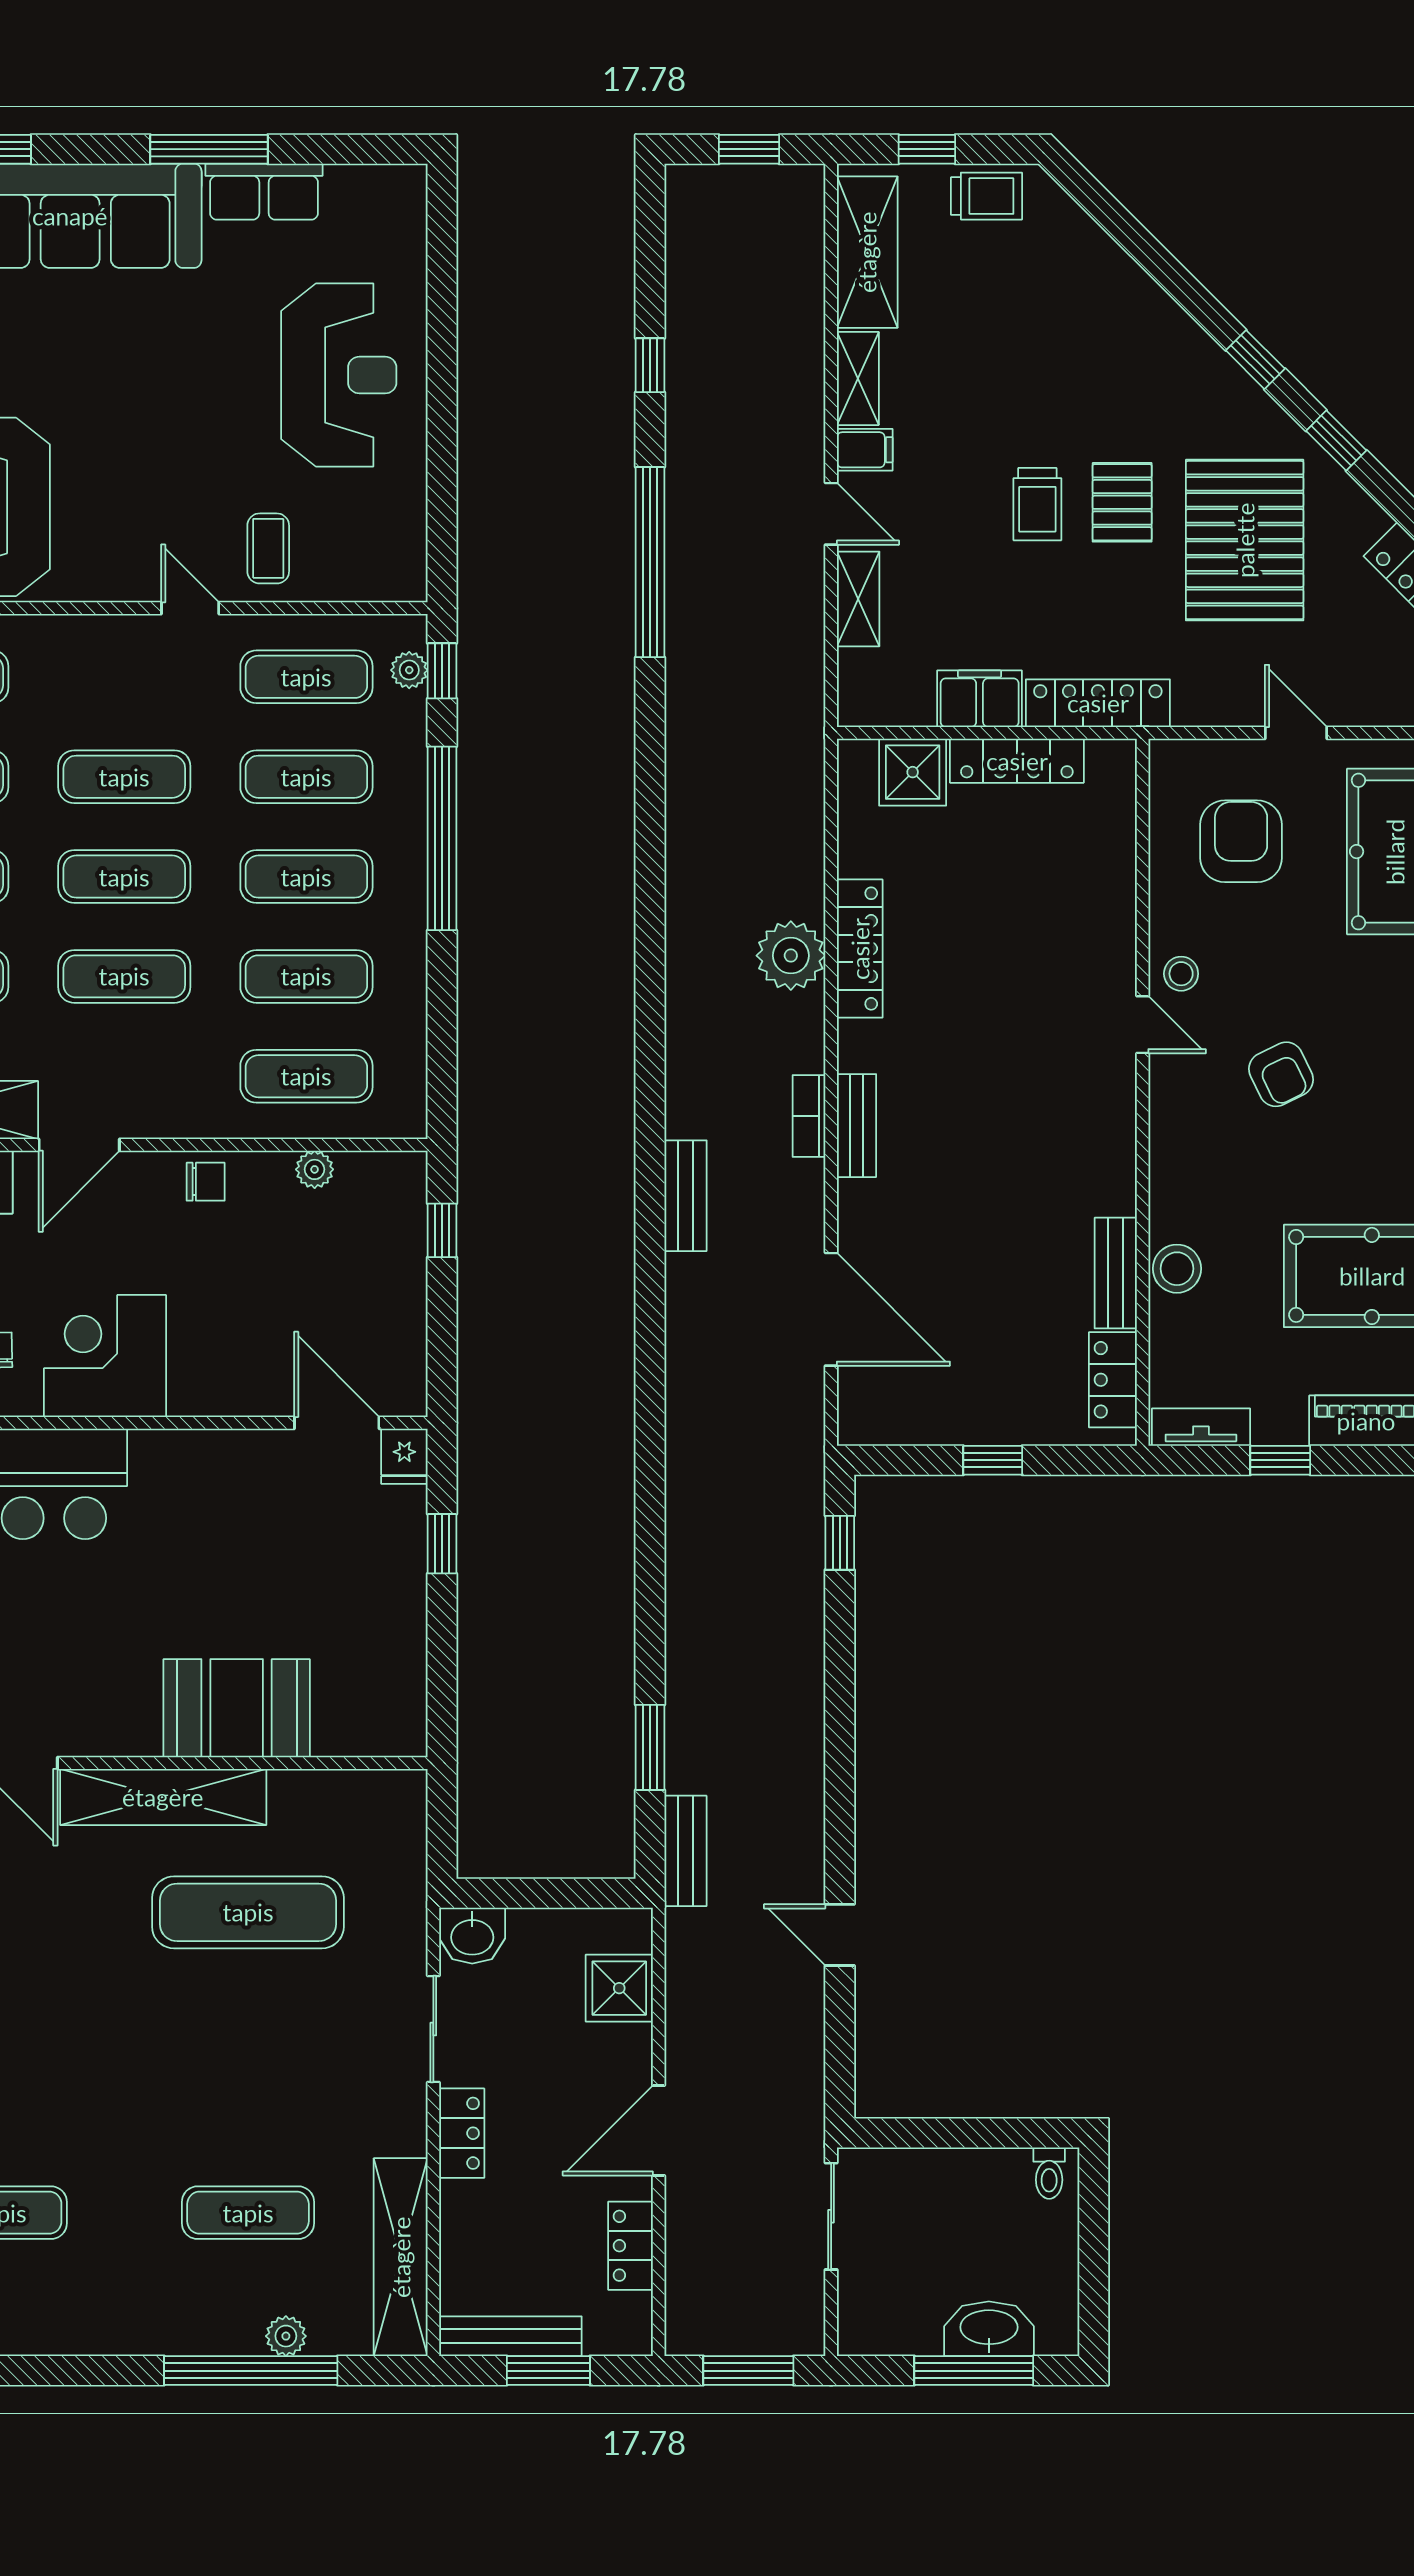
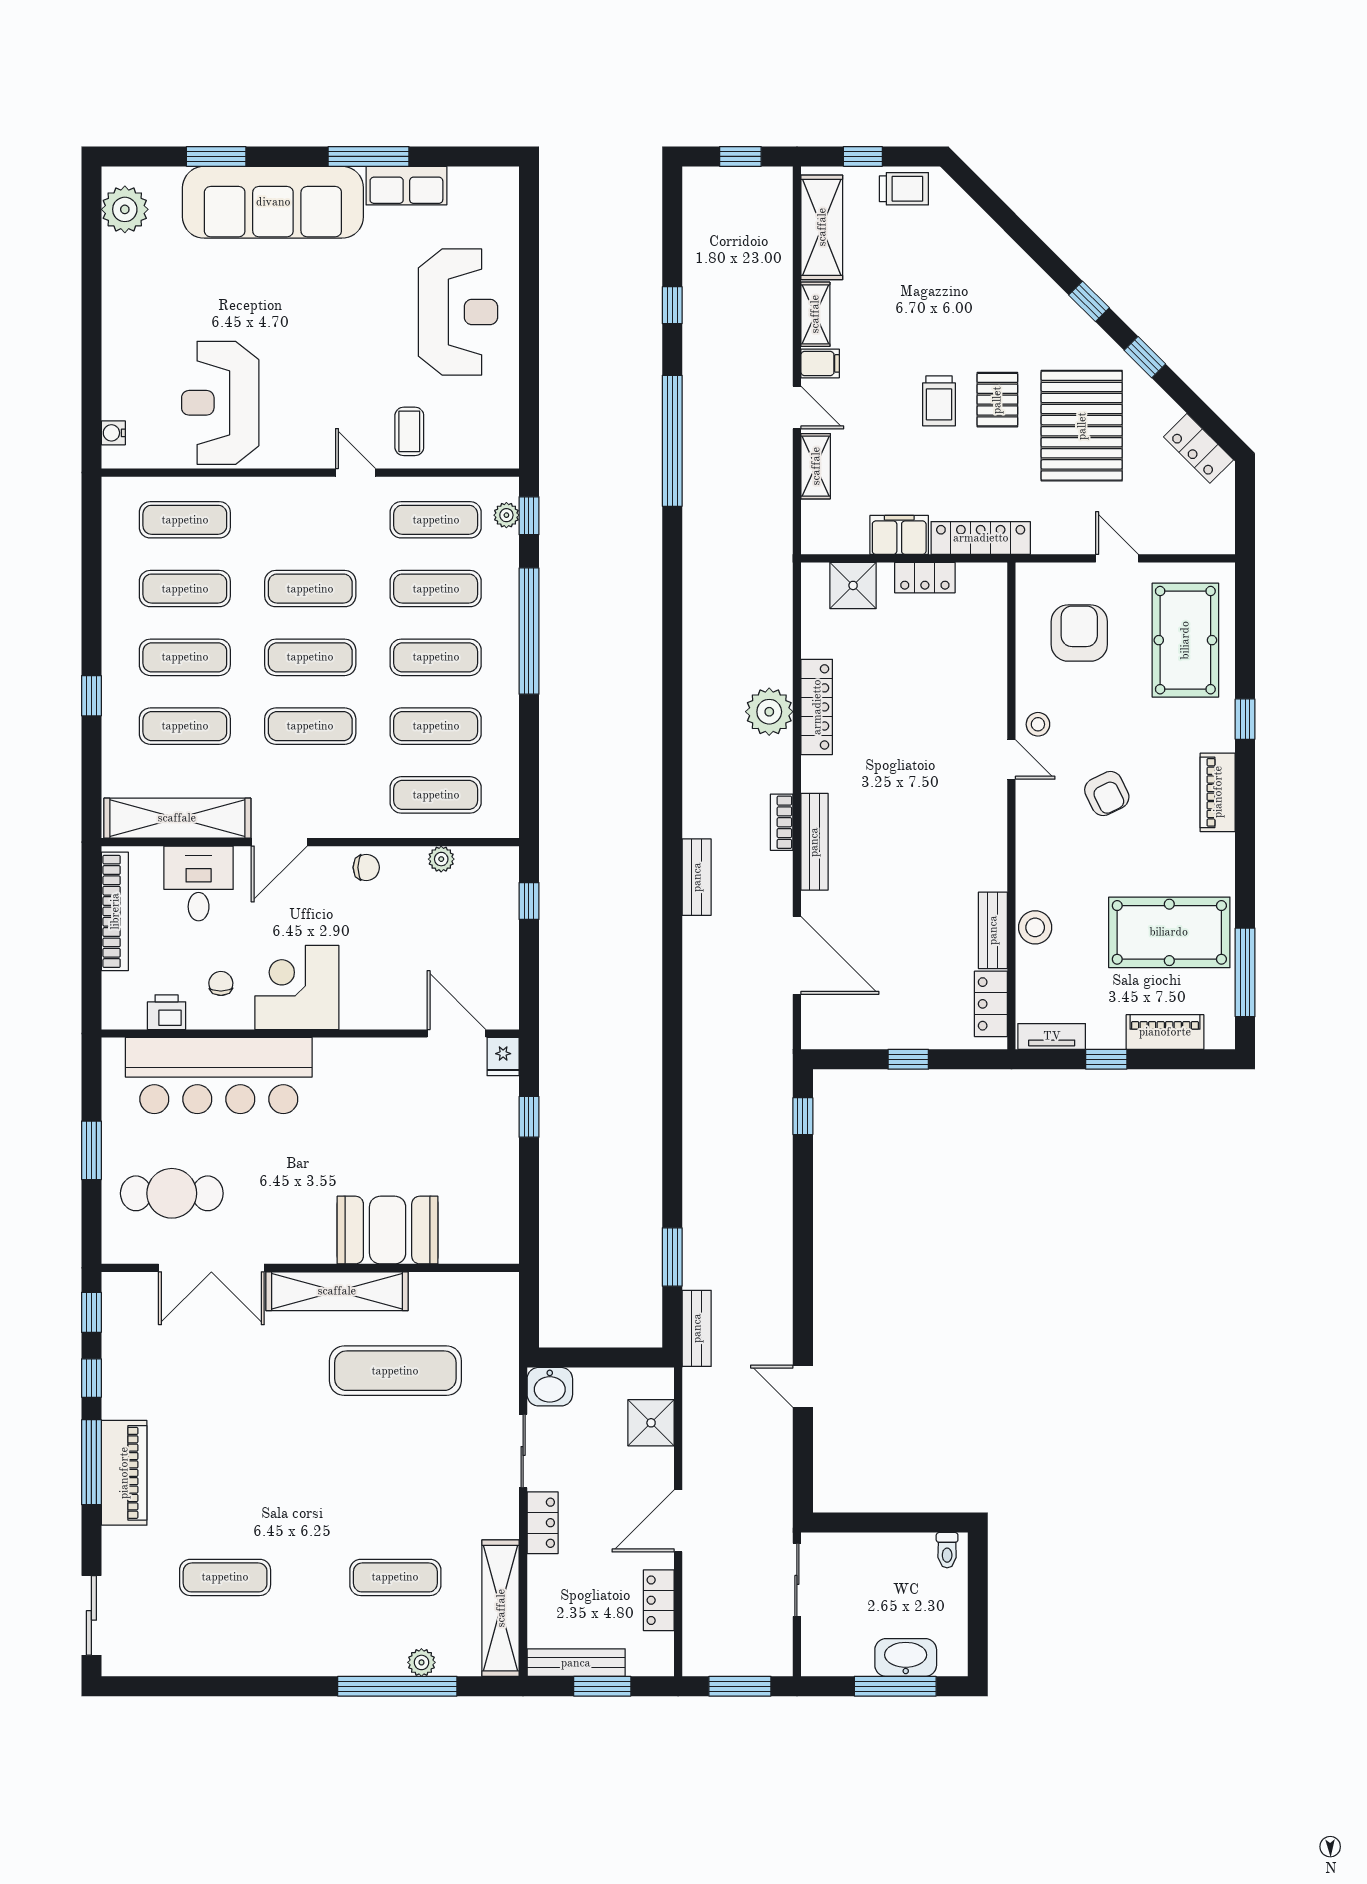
locker: (1017, 761) -> (925, 578), width x0.66
bench: (857, 1126) -> (814, 842), width x1.36

